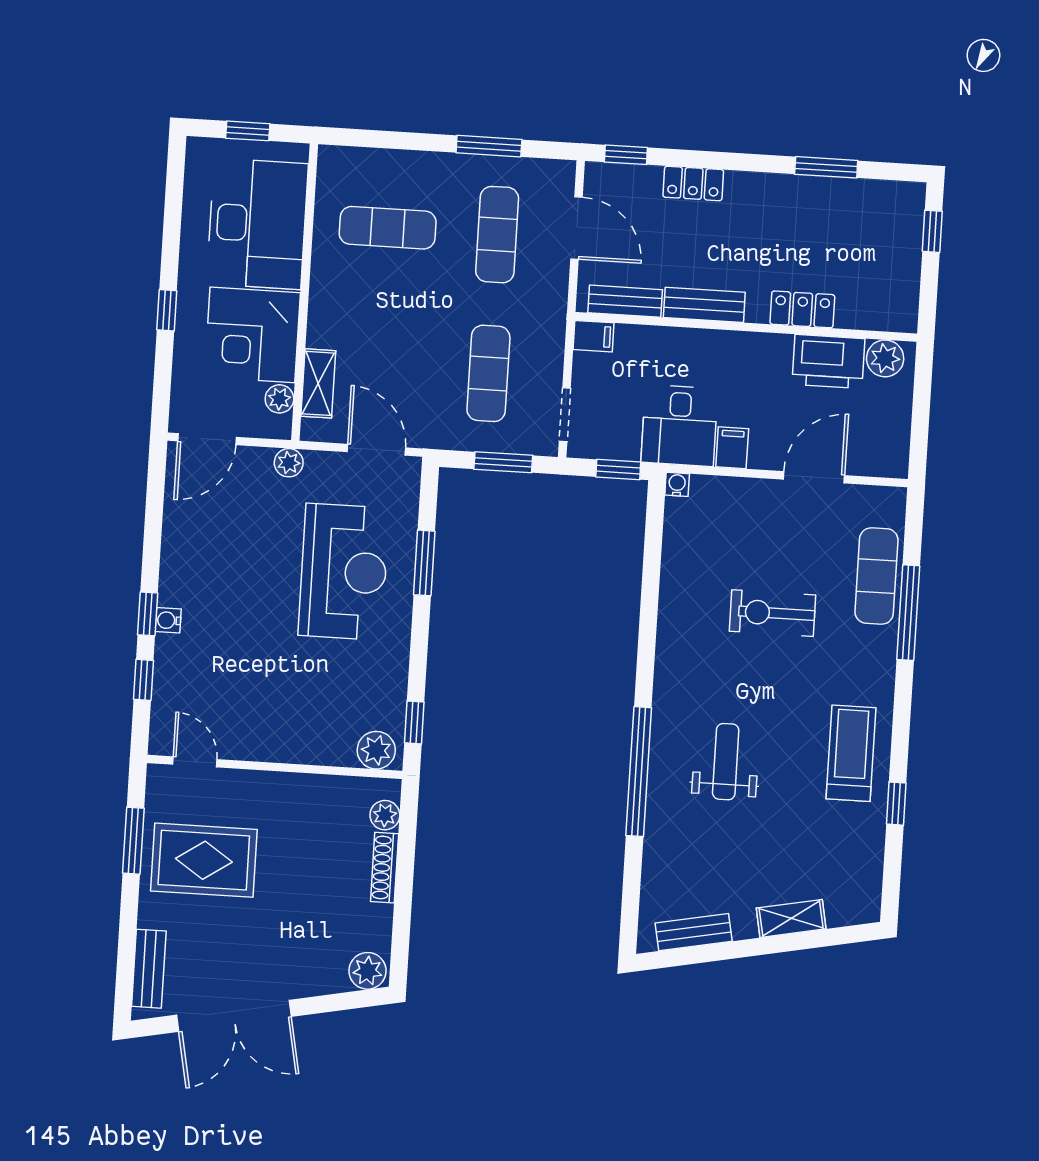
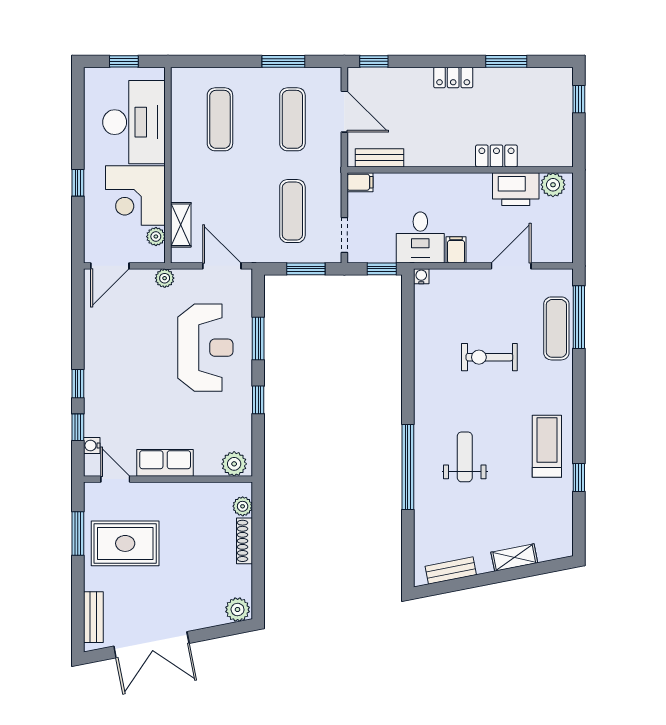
locker: (693, 183) -> (453, 77), moved
exercise mat: (388, 228) -> (220, 119), turned 90
bench: (704, 305) -> (432, 157), removed
window: (908, 613) -> (579, 317), moved
water cooler: (168, 620) -> (92, 446), moved
window: (414, 722) -> (258, 400), moved
row of seats: (272, 742) -> (165, 463), added

